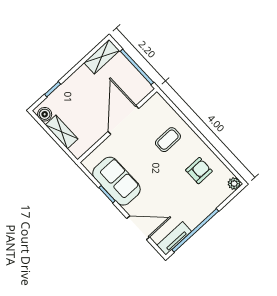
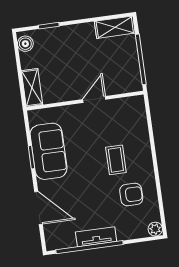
door: (123, 120) -> (94, 99), width x0.53
shelving: (62, 132) -> (32, 88), moved
coffee table: (168, 140) -> (116, 160), moved, turned 90
tv unit: (174, 238) -> (96, 237), moved

